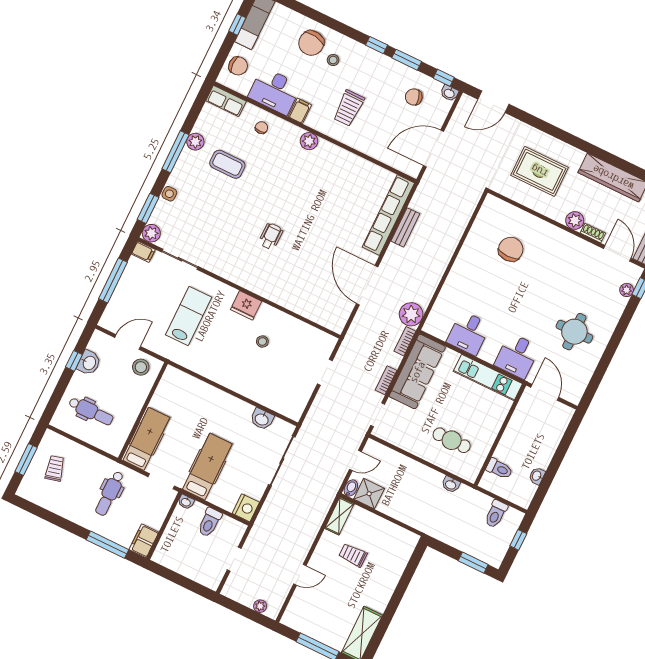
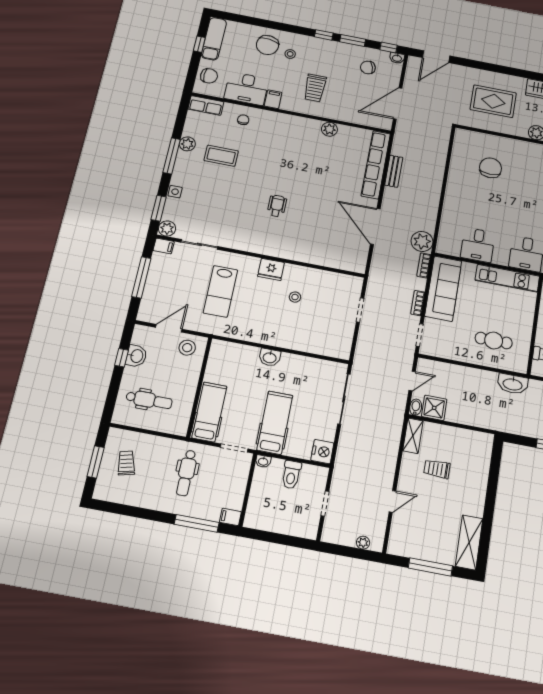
plant: (309, 141) -> (329, 129), moved
lab bench: (189, 316) -> (220, 291), turned 180
washbasin: (262, 419) -> (270, 357), moved
washbasin: (451, 485) -> (513, 384), width x1.91, depth x1.45
filing cabinet: (144, 541) -> (230, 517), width x0.50

